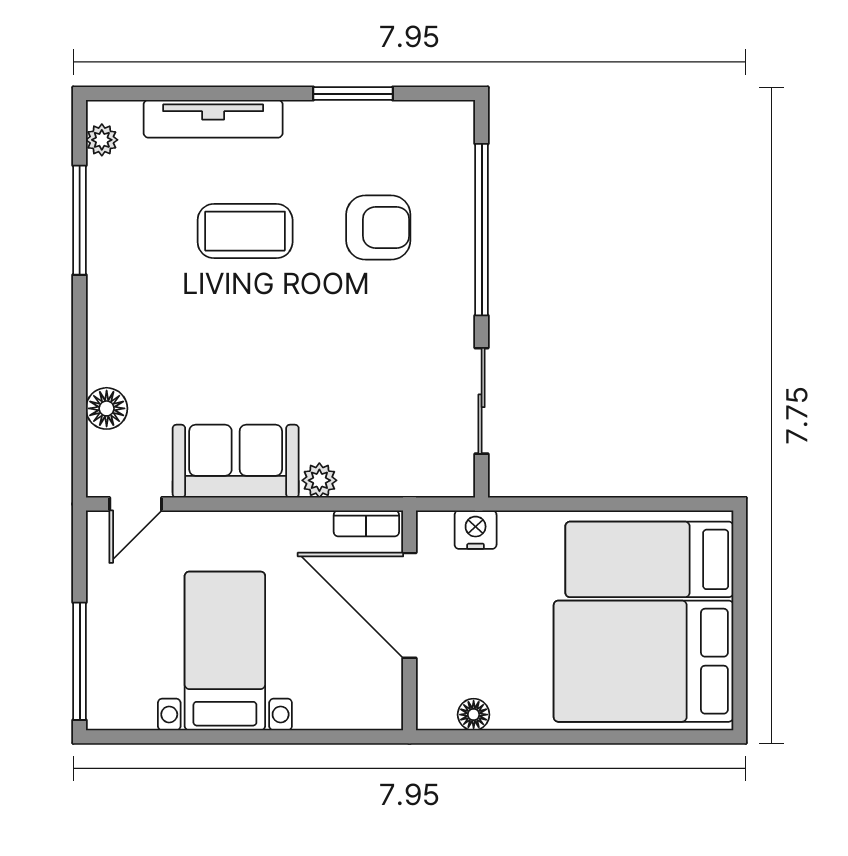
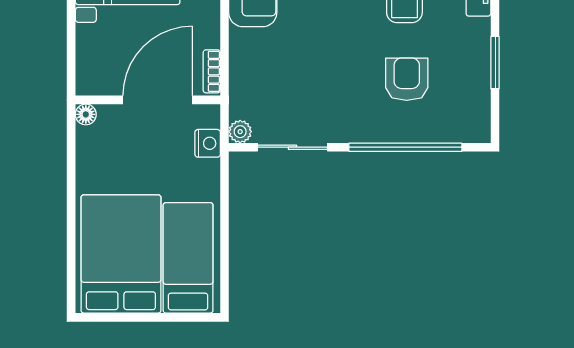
armchair: (378, 228) -> (407, 79), turned 180
plant: (319, 480) -> (240, 132), moved
floor lamp: (474, 715) -> (86, 114), moved

